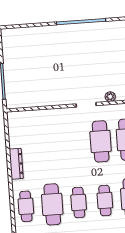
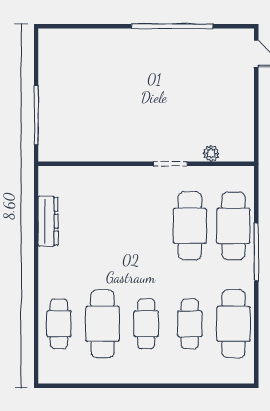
dresser: (16, 164) -> (48, 221), moved

